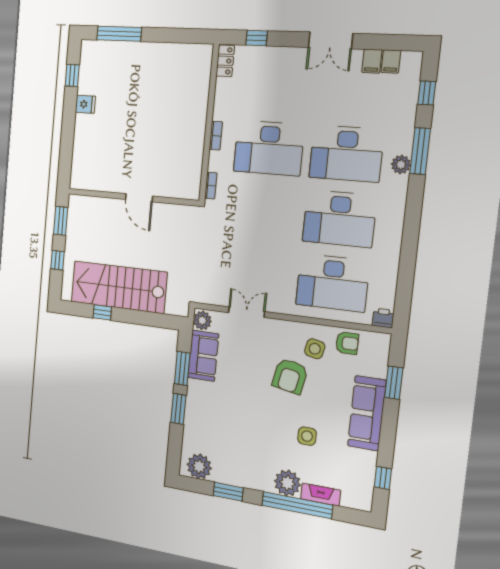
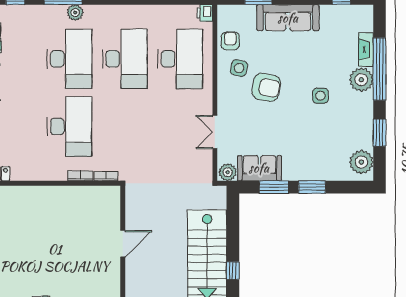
bookcase: (216, 136) -> (80, 176), moved
side table: (307, 436) -> (320, 96), moved

